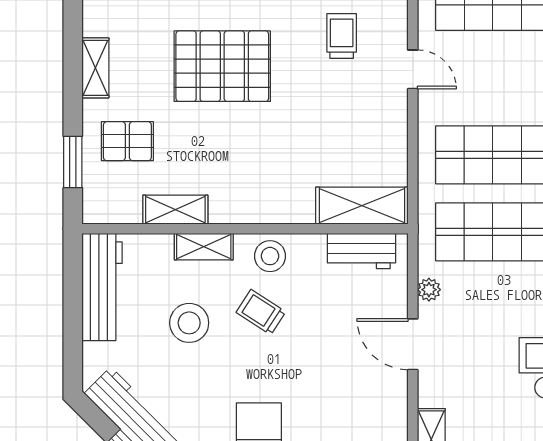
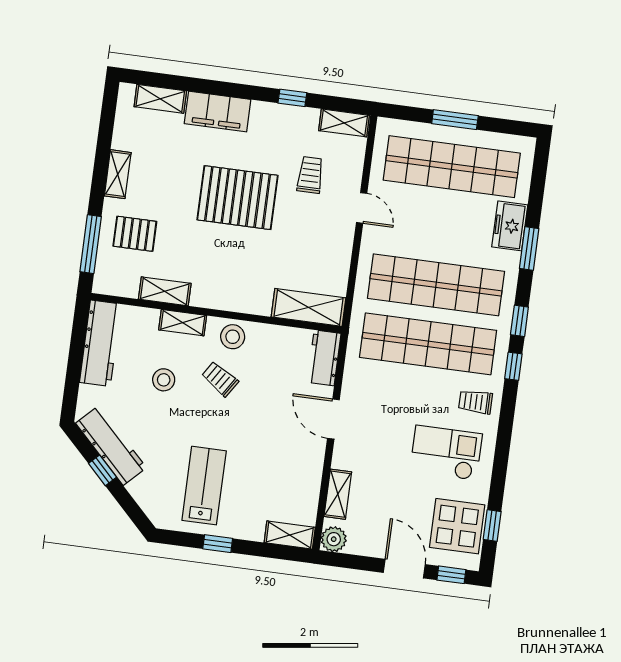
pallet: (222, 66) -> (238, 198), moved
window: (73, 162) -> (91, 244), width x1.44
workbench: (361, 251) -> (324, 358), moved, turned 90
plant: (429, 290) -> (351, 379), removed
stool: (189, 323) -> (164, 380), width x0.73, depth x0.73

